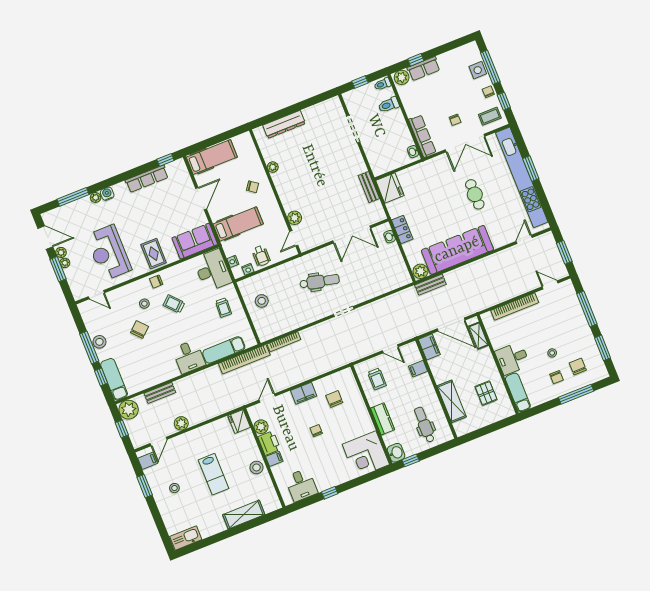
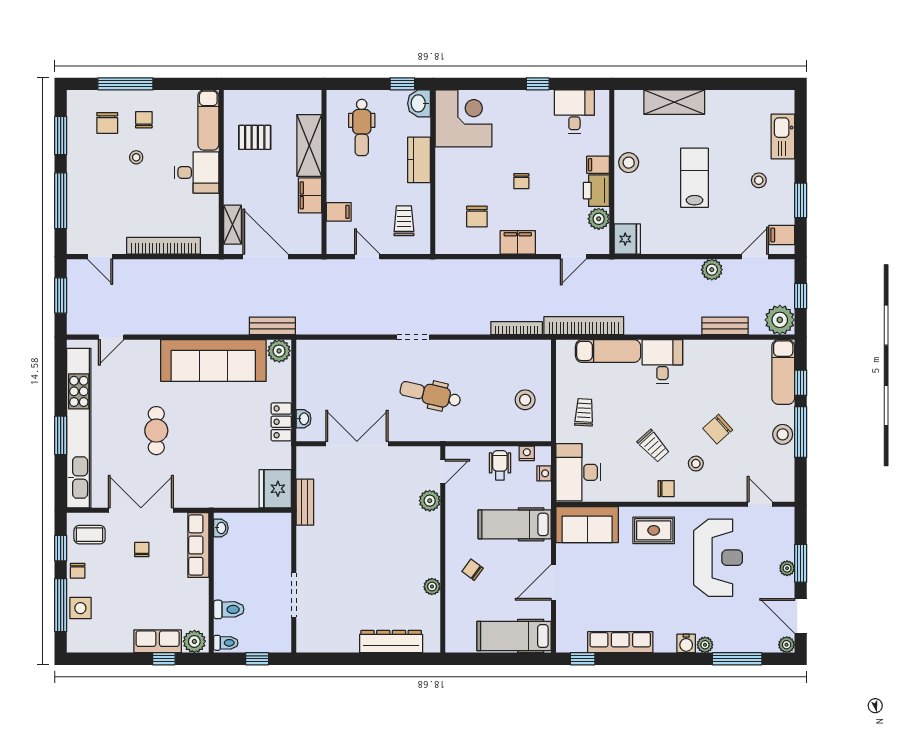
plant: (61, 252) -> (787, 645), moved
rug: (154, 254) -> (654, 530), turned 90
filing cabinet: (429, 347) -> (310, 195), moved
pallet: (486, 393) -> (255, 137), turned 90
kitchen sink: (186, 538) -> (783, 137), moved, turned 90

